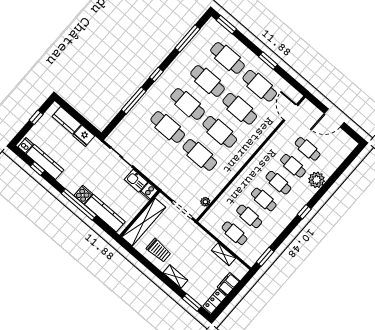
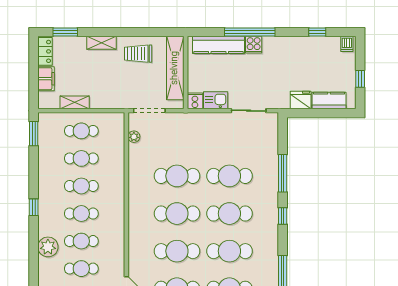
kitchen counter: (45, 162) -> (316, 44), removed

